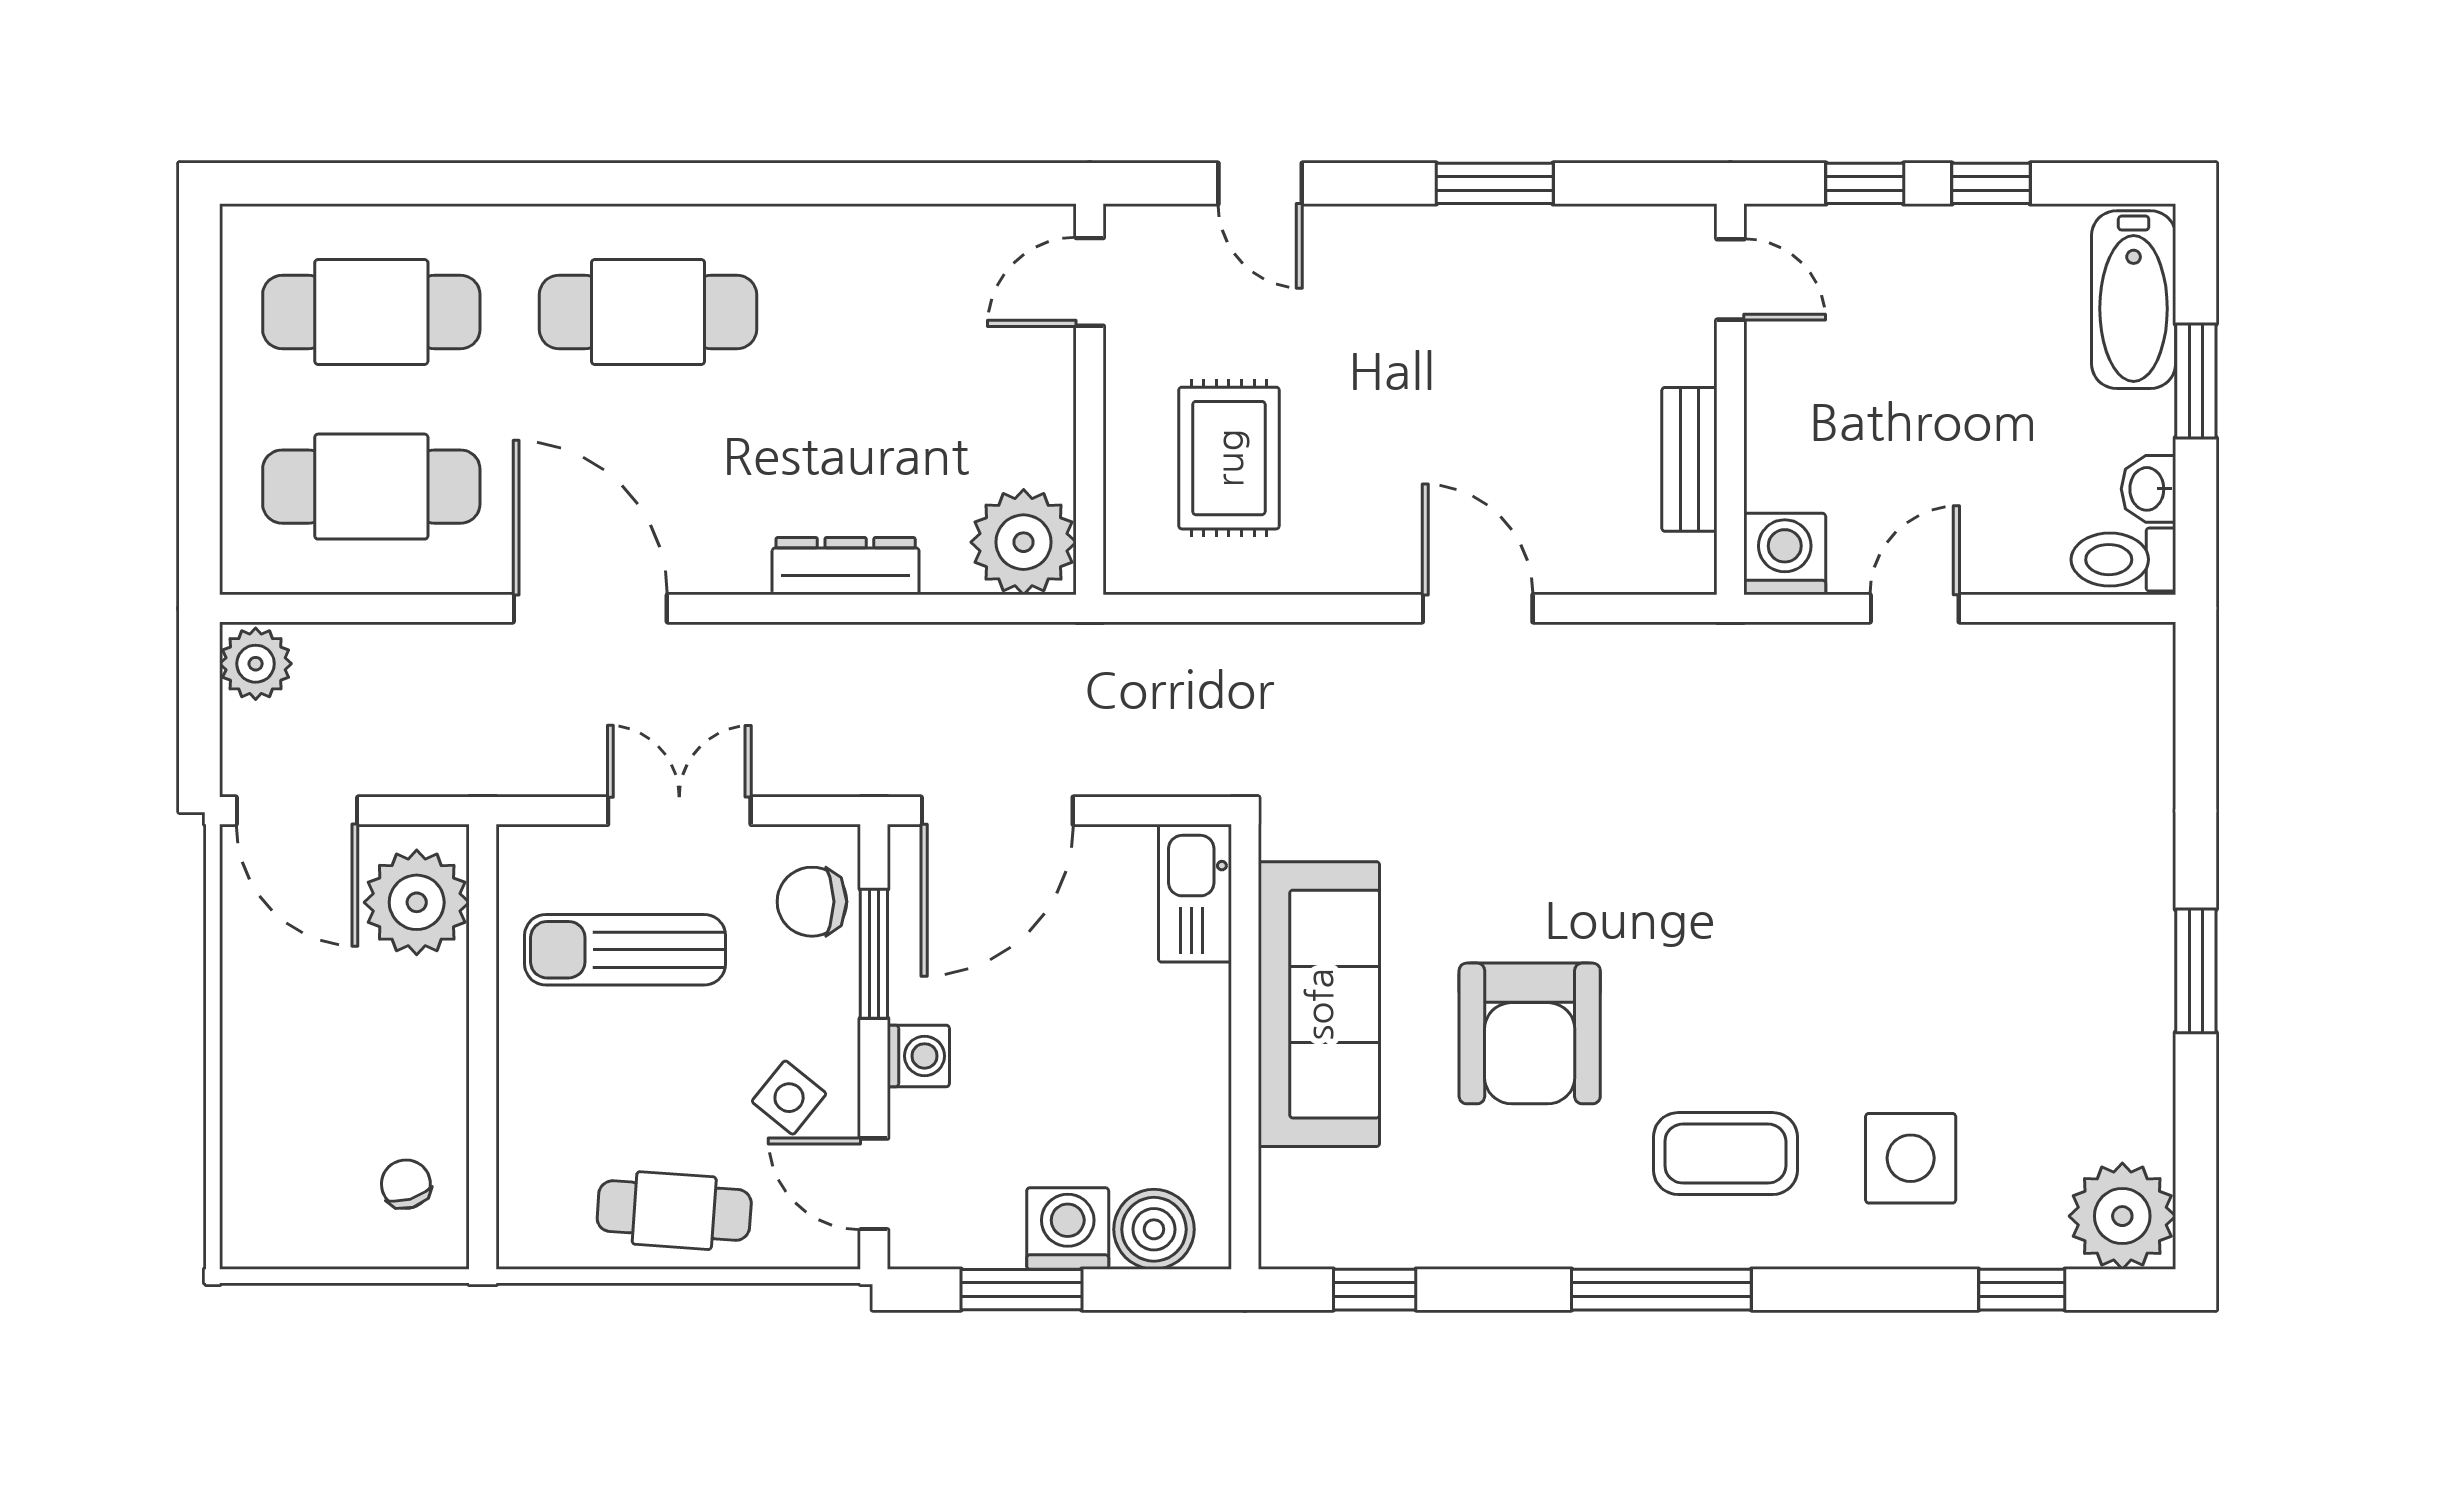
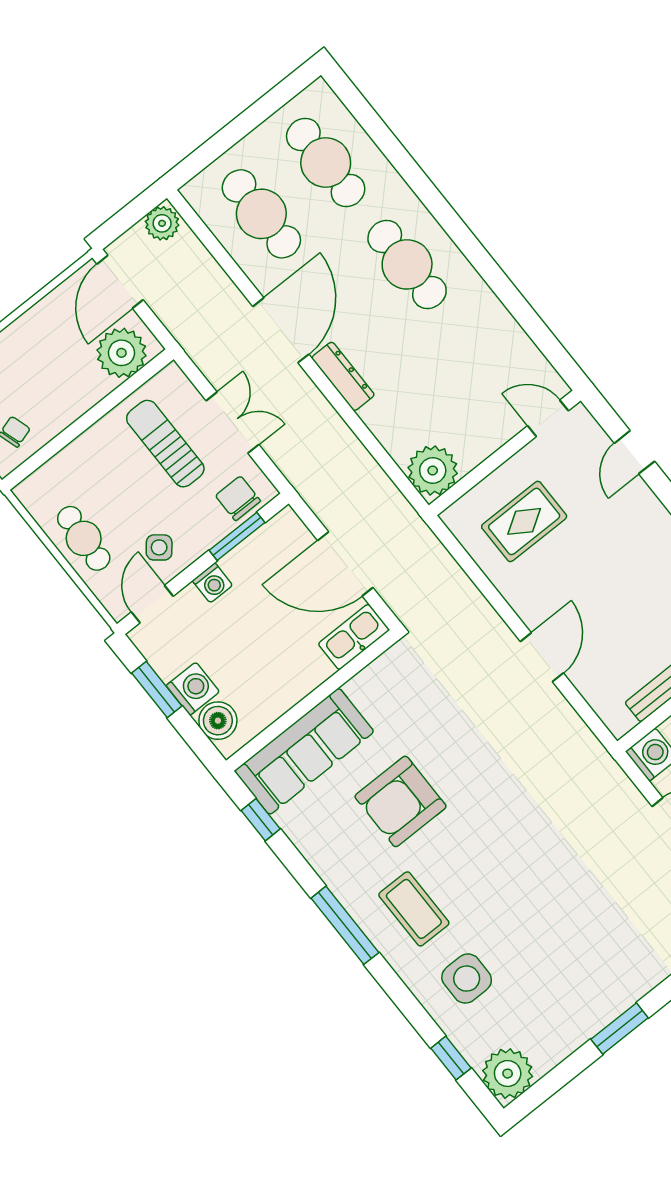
dresser: (846, 566) -> (343, 376), moved
door: (997, 811) -> (345, 564), moved
sofa: (1319, 1004) -> (304, 751), moved

